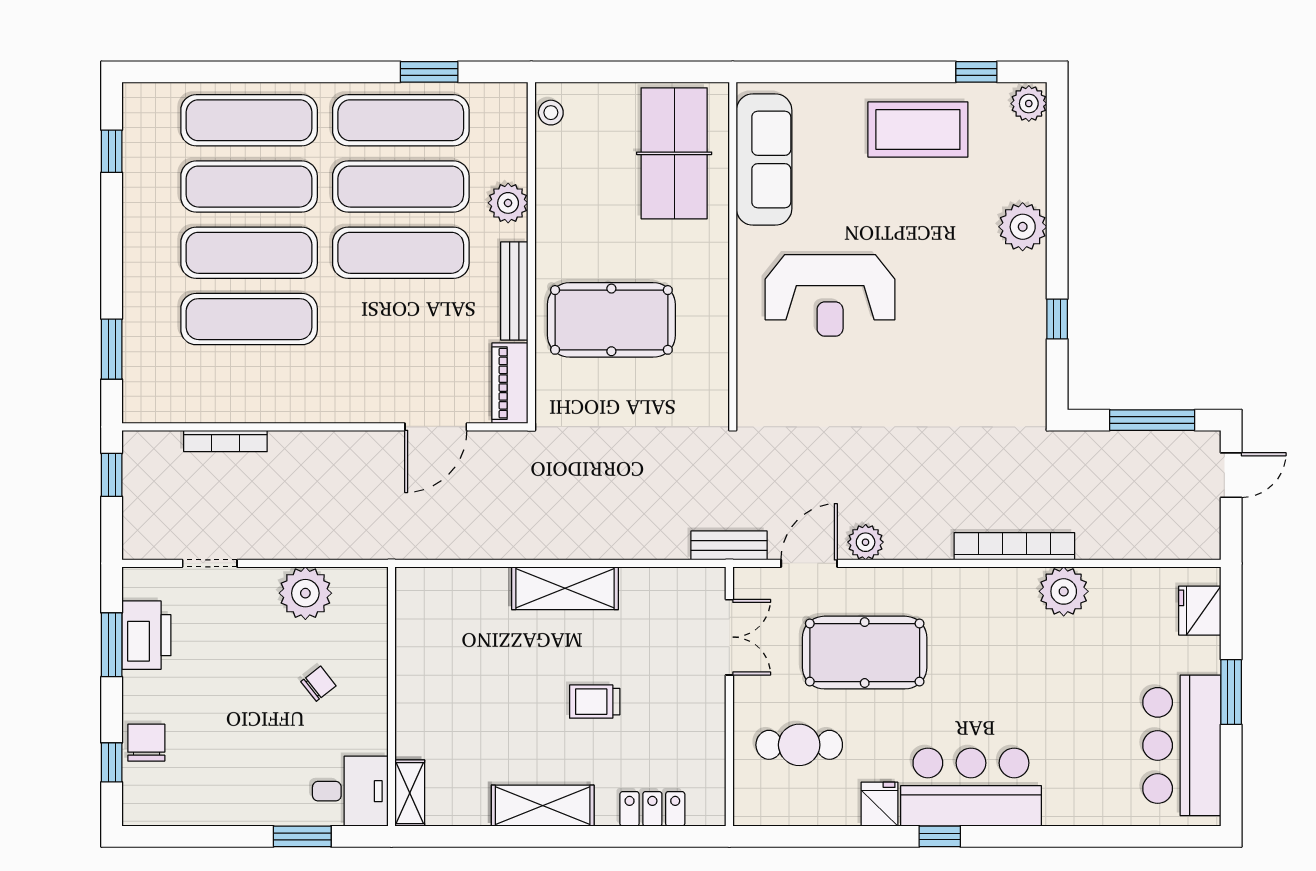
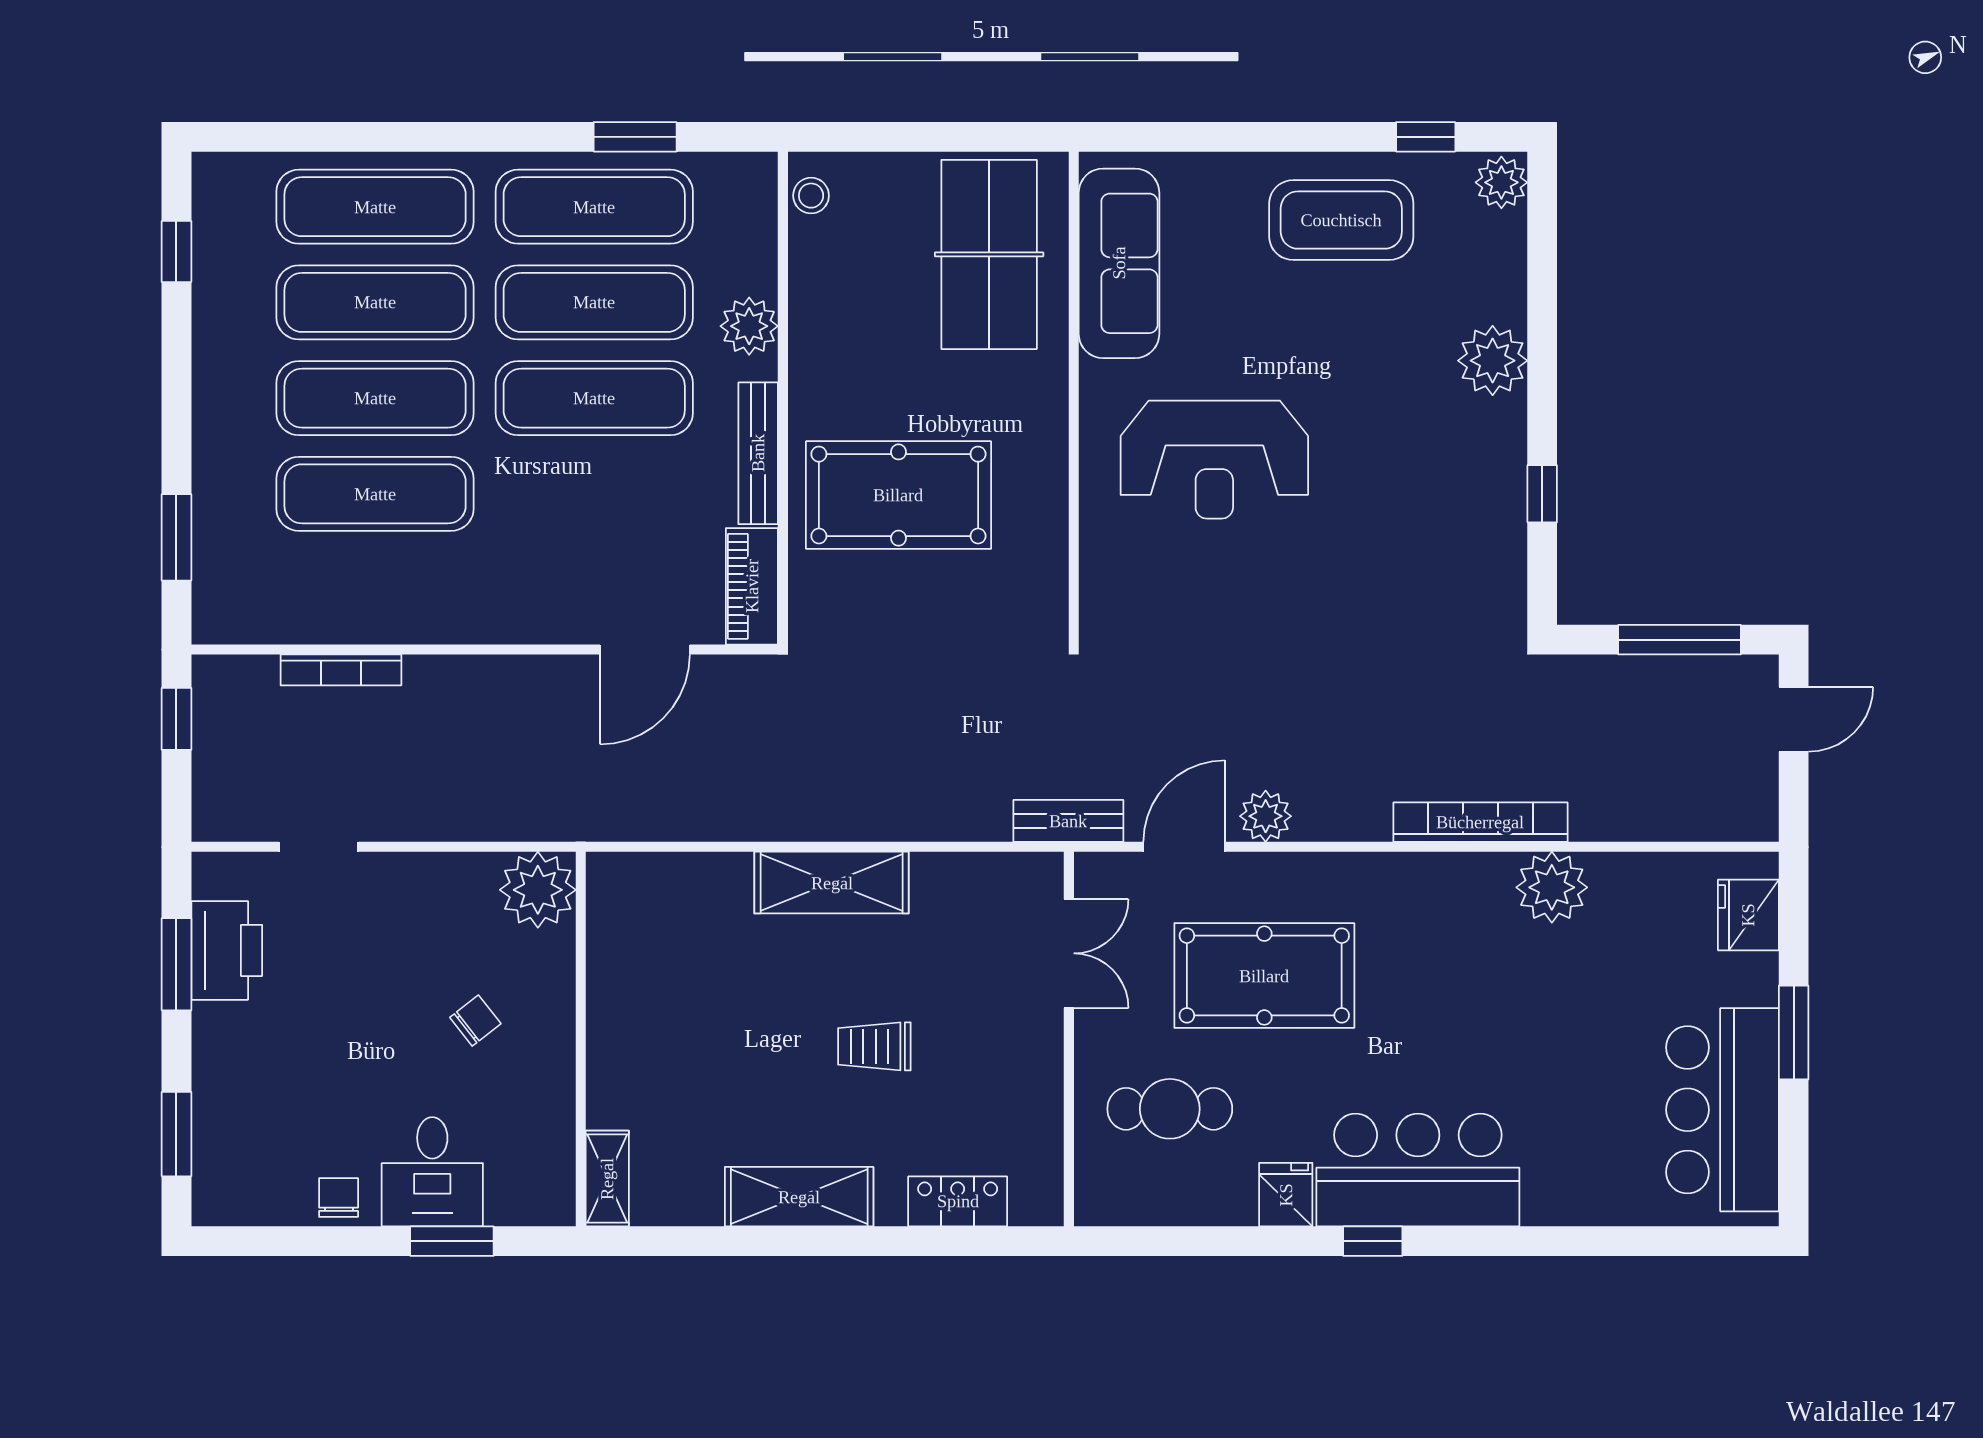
plant: (305, 593) -> (538, 890), moved
chair: (146, 743) -> (339, 1198), moved, width x0.73, depth x0.73
window: (112, 762) -> (176, 1134), width x1.50
desk: (350, 791) -> (432, 1172), moved, turned 90

